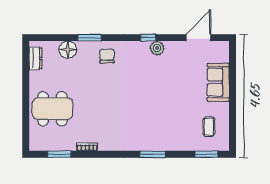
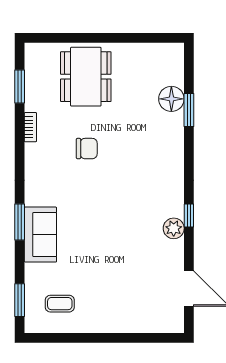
window: (90, 38) -> (189, 110), moved
chair: (107, 56) -> (87, 149), moved
dresser: (35, 58) -> (159, 52), removed
sofa: (218, 82) -> (40, 235), moved, turned 90

